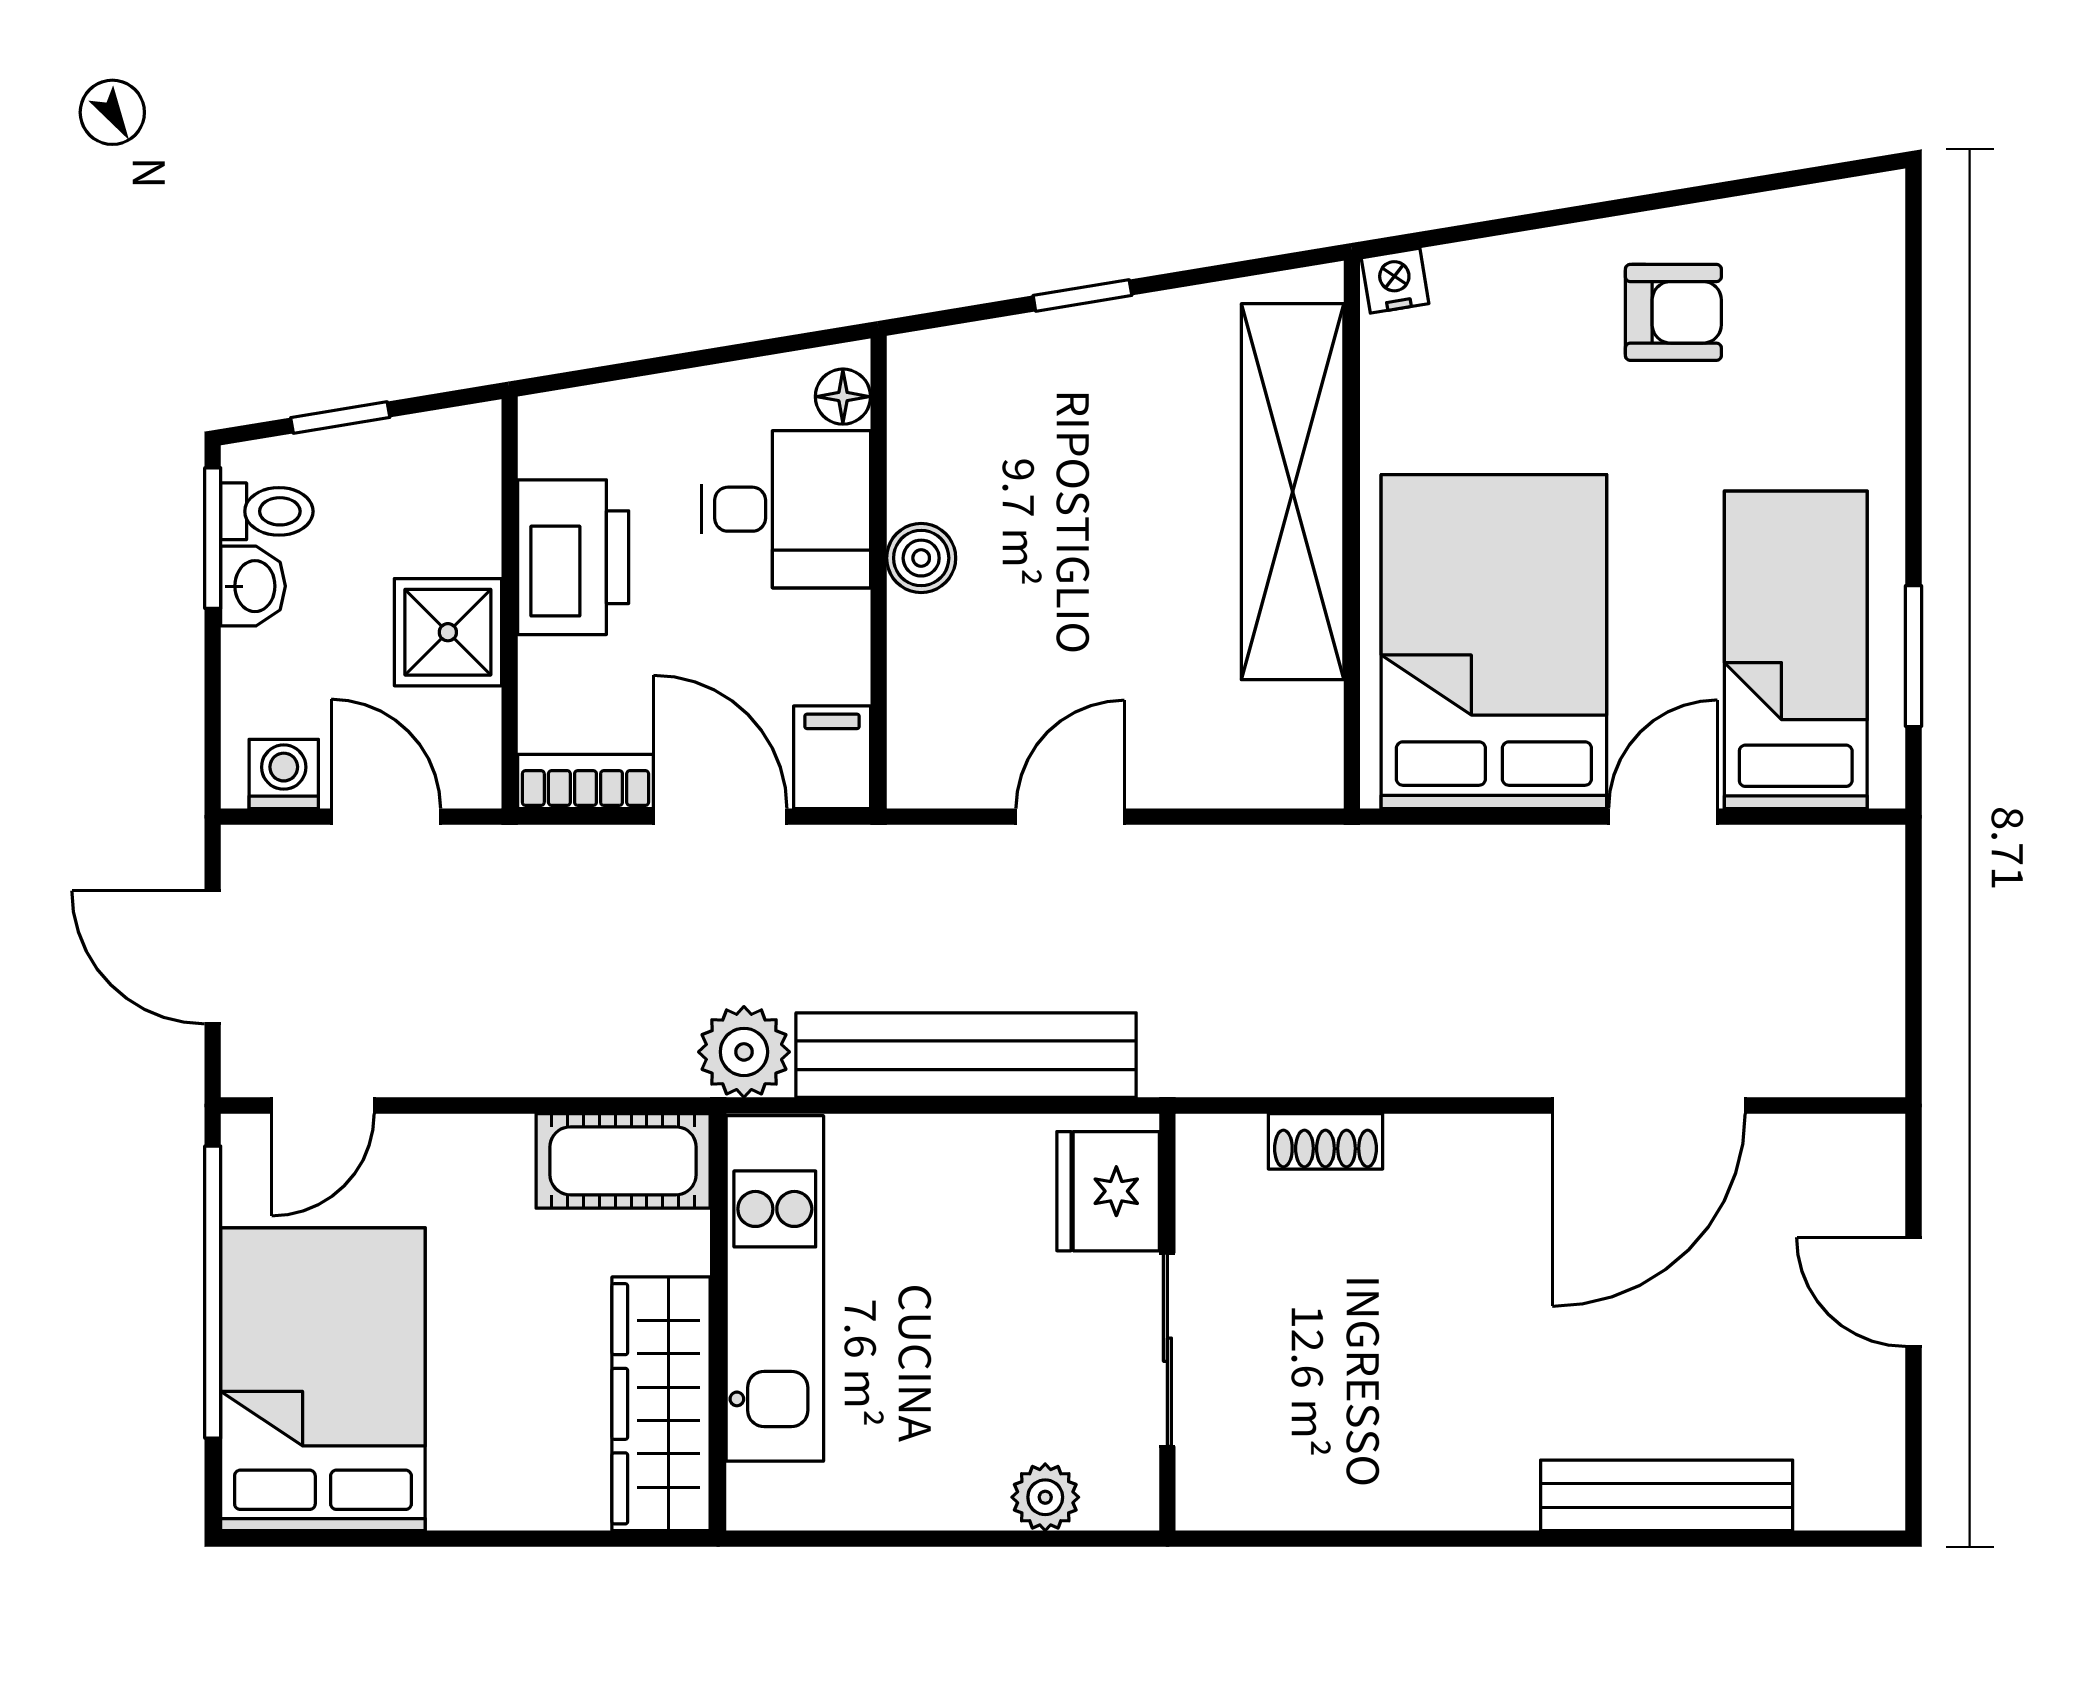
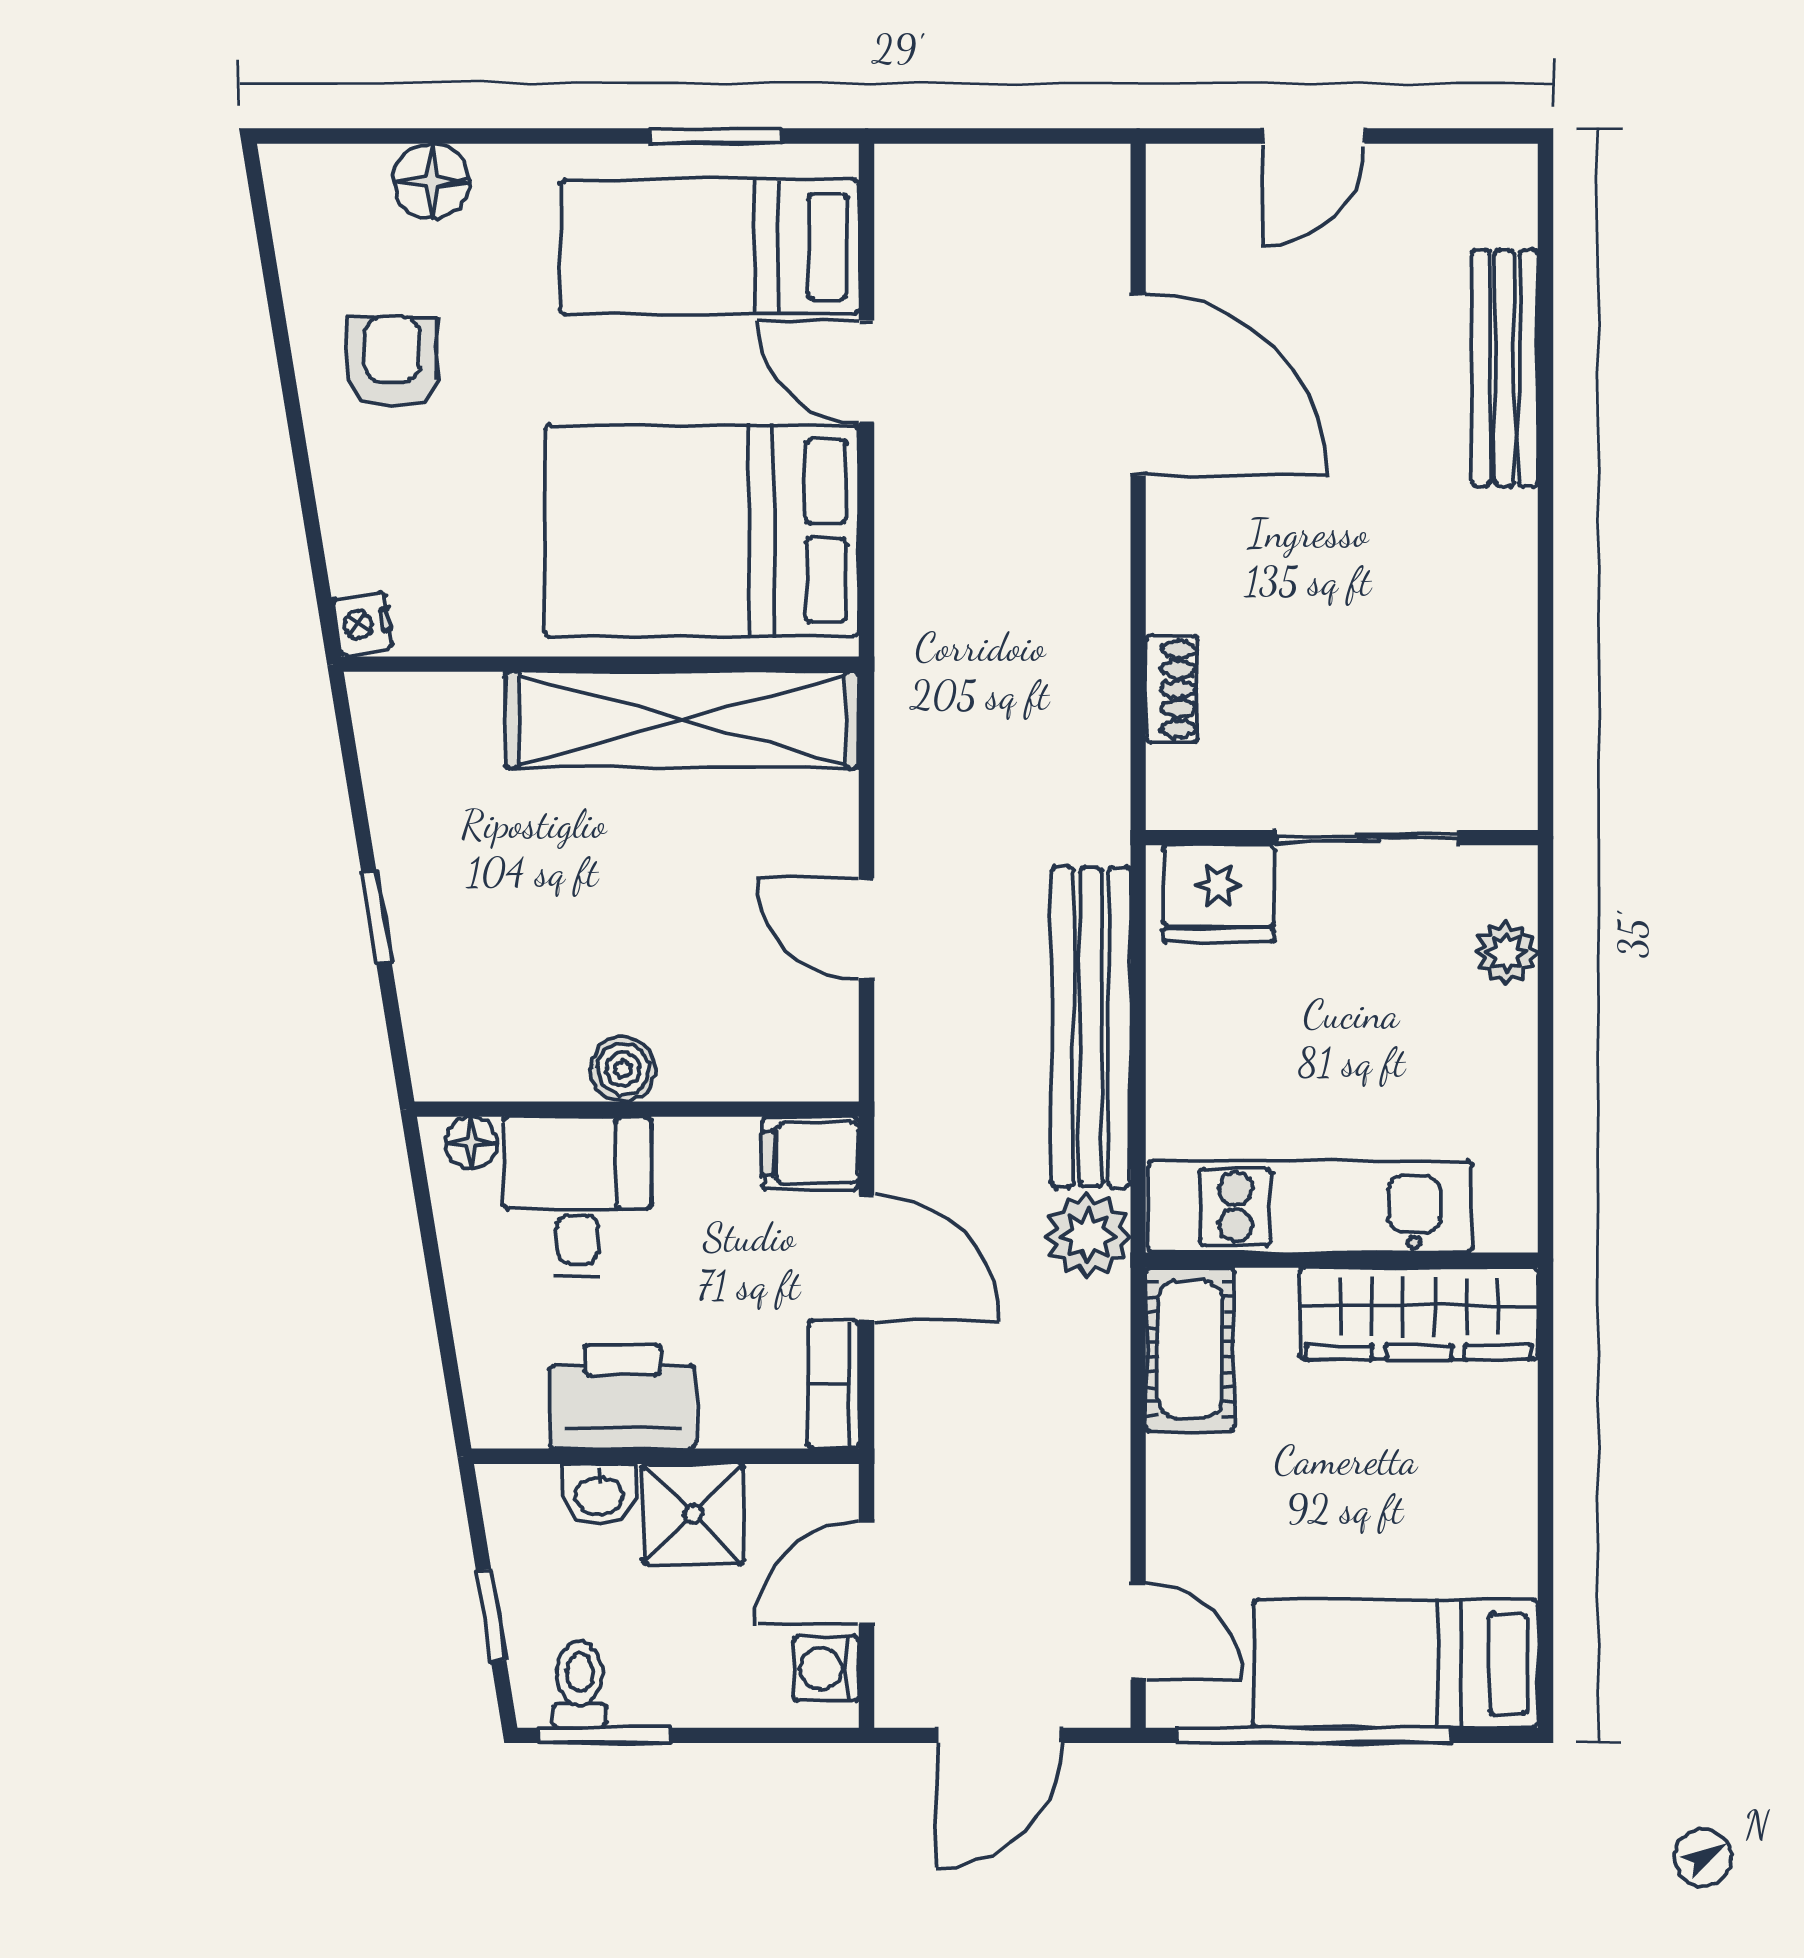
floor lamp: (1866, 354) -> (432, 181), added
shelving: (1293, 492) -> (682, 720), moved
washbasin: (253, 586) -> (599, 1494), moved, turned 180
door: (720, 817) -> (867, 1258), swing flipped
bed: (323, 1379) -> (1396, 1664), width x0.67

